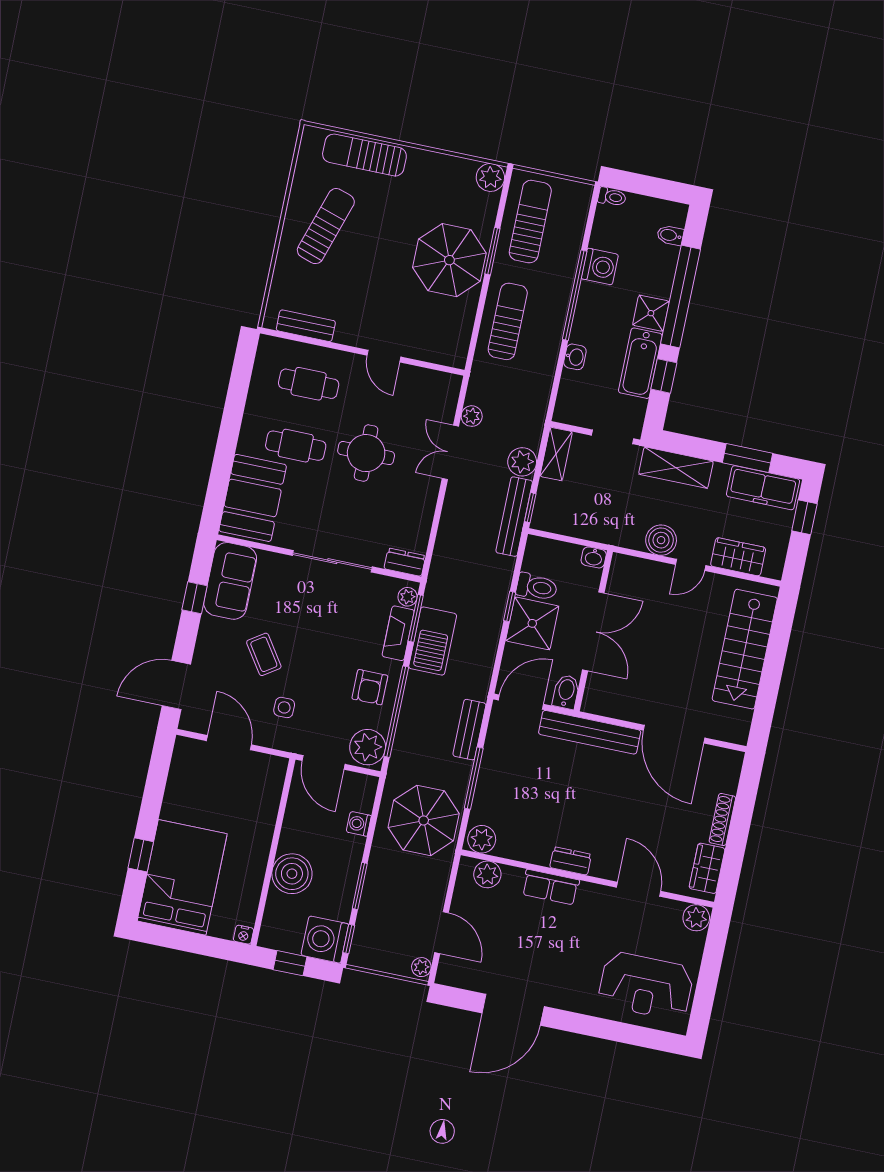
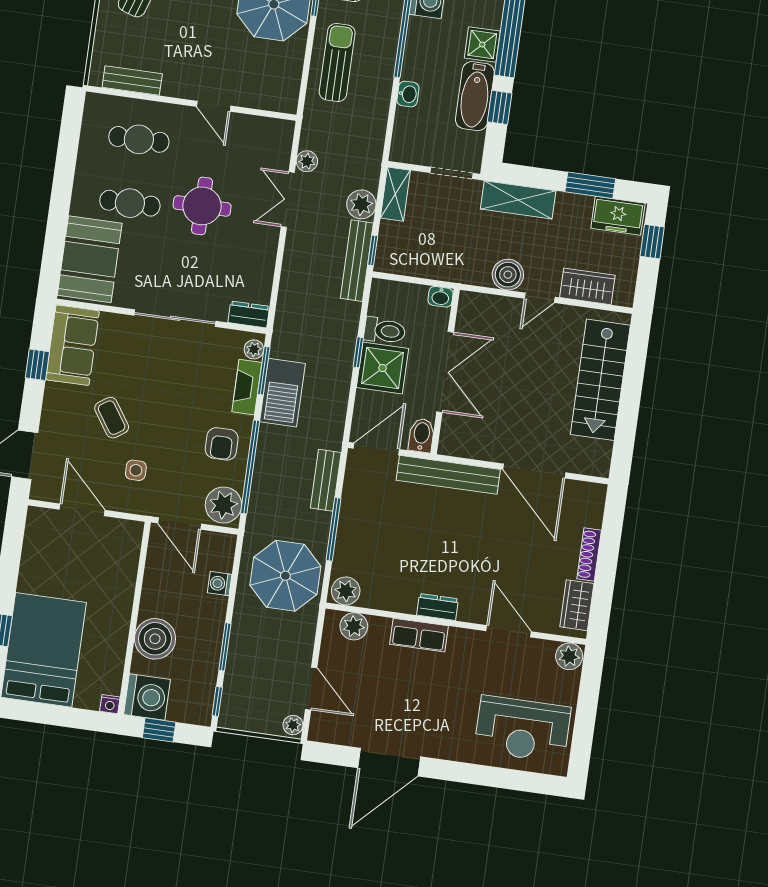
freezer: (763, 488) -> (618, 216), width x0.71
washing machine: (325, 940) -> (147, 697), moved, turned 180

